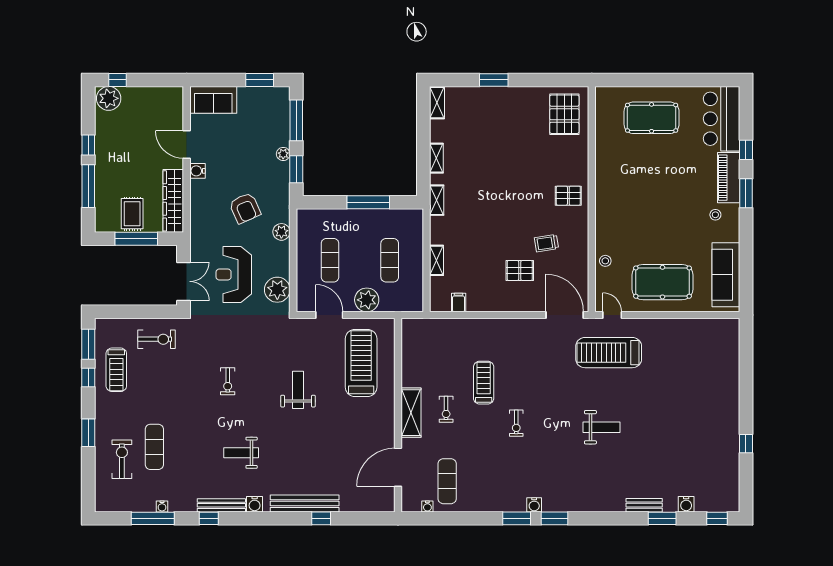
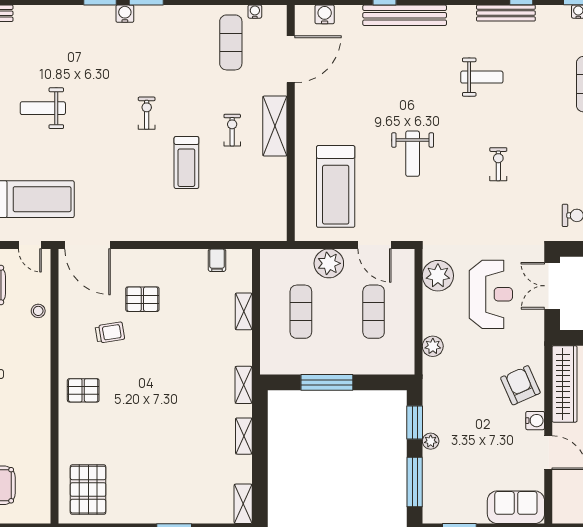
armchair: (245, 208) -> (520, 385), moved
water cooler: (255, 504) -> (325, 14), moved

